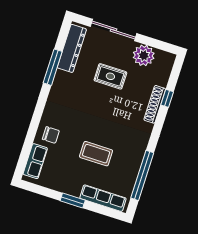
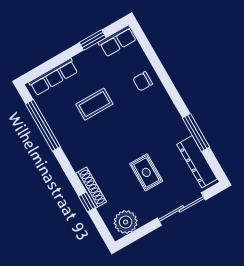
plant: (144, 55) -> (126, 222), moved
rug: (110, 76) -> (146, 172), turned 90
row of seats: (35, 161) -> (117, 41), moved, turned -90
window: (73, 200) -> (93, 40), moved

